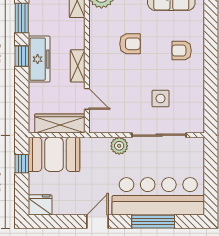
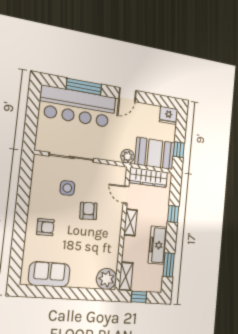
armchair: (130, 44) -> (89, 211), moved, turned 87
window: (22, 56) -> (173, 214), moved
freezer: (39, 59) -> (158, 245), moved
plant: (119, 146) -> (128, 156), moved

